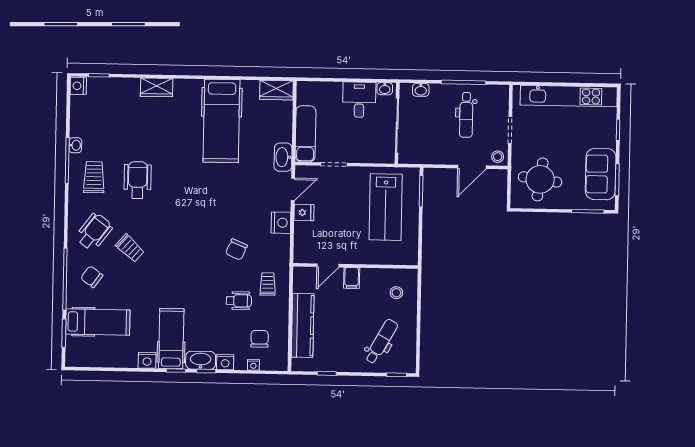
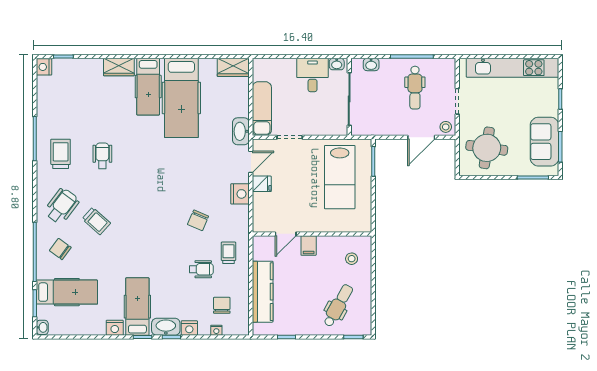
hospital bed: (187, 108) -> (148, 87), added
washbasin: (75, 145) -> (42, 327), moved
wheelchair: (138, 180) -> (102, 156), width x0.73, depth x0.73

